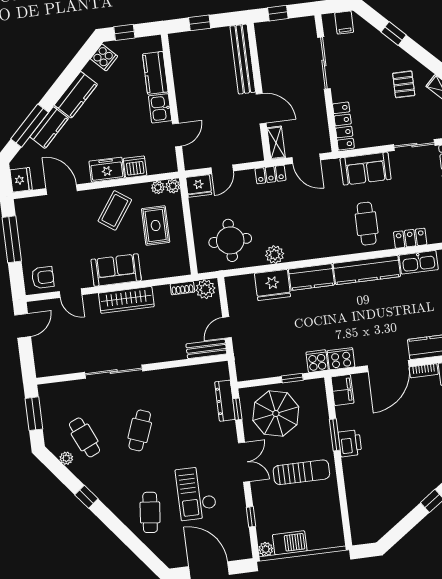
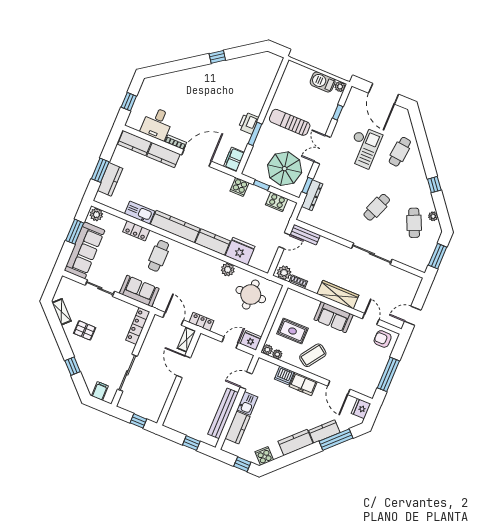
bench: (243, 59) -> (223, 413), moved
pallet: (404, 84) -> (85, 330), turned 90
rug: (156, 225) -> (292, 331), turned 90
cooker: (341, 359) -> (277, 202), moved

